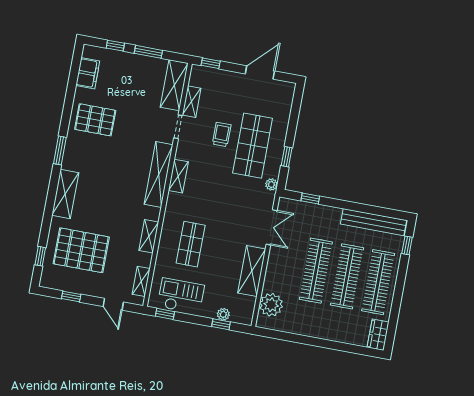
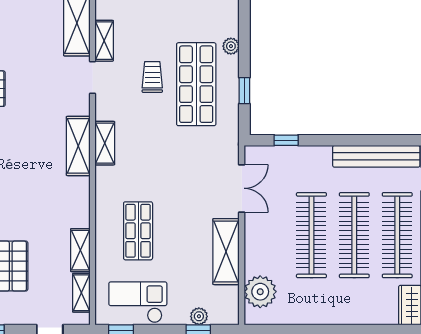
shelving: (159, 175) -> (78, 146), width x0.68
plant: (271, 184) -> (231, 46), moved
shelving: (149, 236) -> (80, 250), moved

